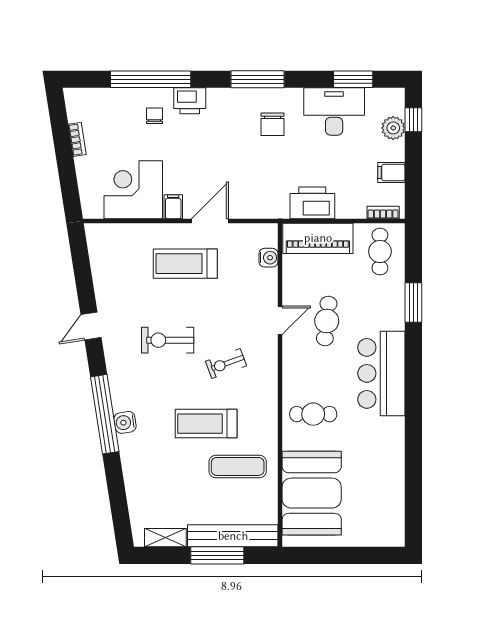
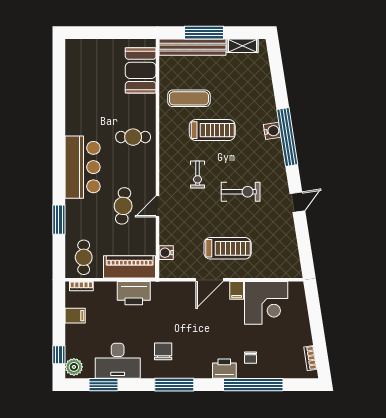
plant: (393, 128) -> (74, 367), moved
bookcase: (77, 139) -> (310, 358), moved
exercise bike: (226, 364) -> (198, 174), turned 110
booth: (312, 493) -> (141, 70), width x0.73, depth x0.70

